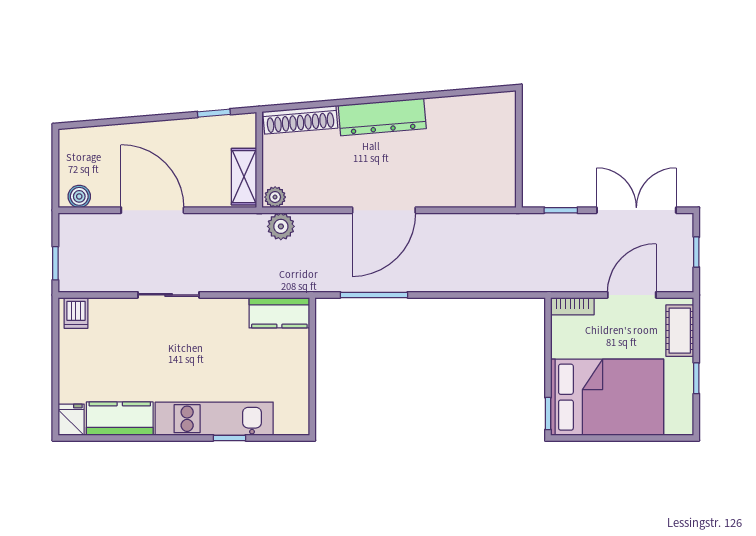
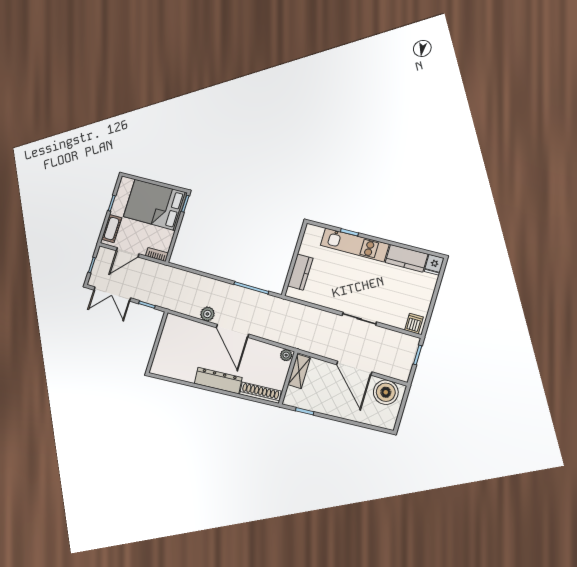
boiler: (79, 196) -> (386, 392), width x1.86, depth x1.86
door: (384, 210) -> (232, 331), swing flipped
plant: (281, 226) -> (207, 314), moved
kitchen counter: (279, 313) -> (300, 272), moved, turned 90

